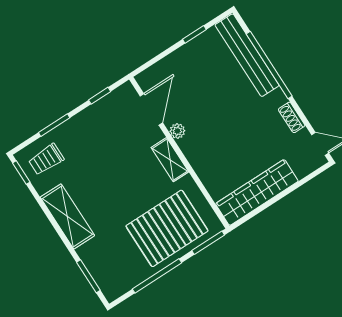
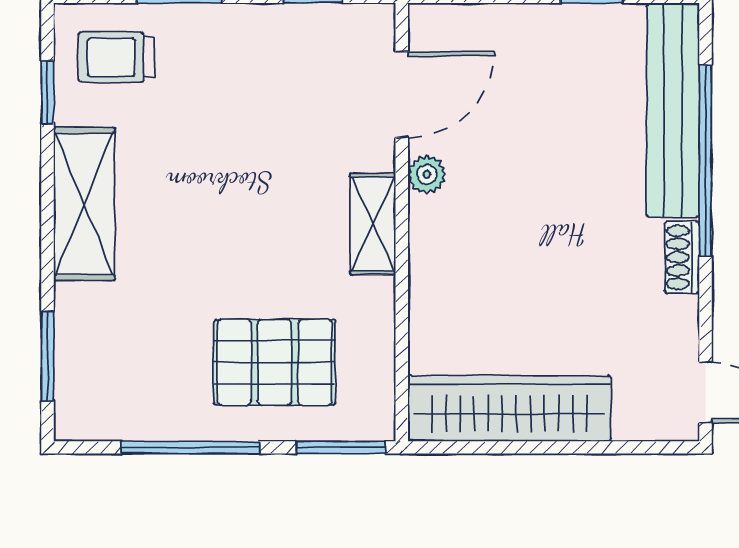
shoe rack: (292, 117) -> (682, 257), moved
window: (21, 172) -> (47, 92), moved
pallet: (167, 228) -> (275, 362), width x0.73, depth x0.71

